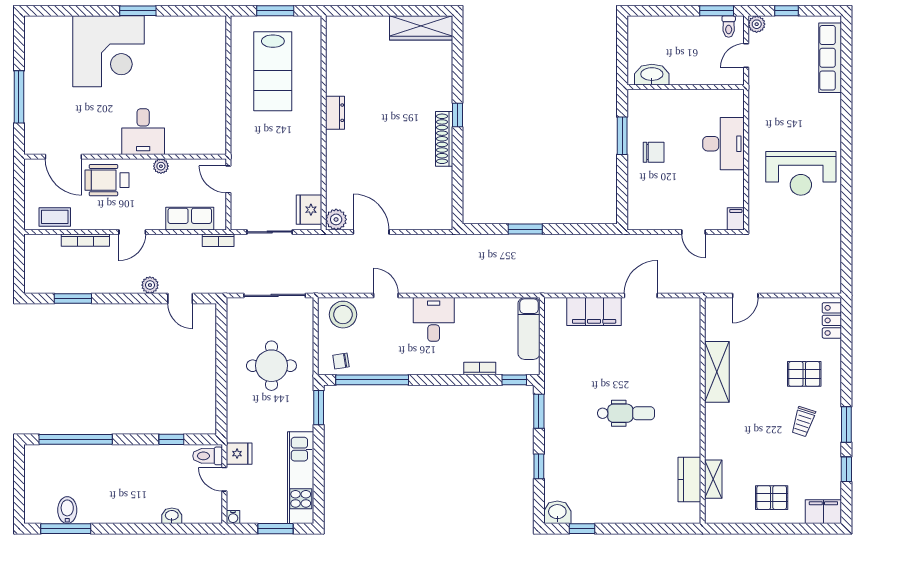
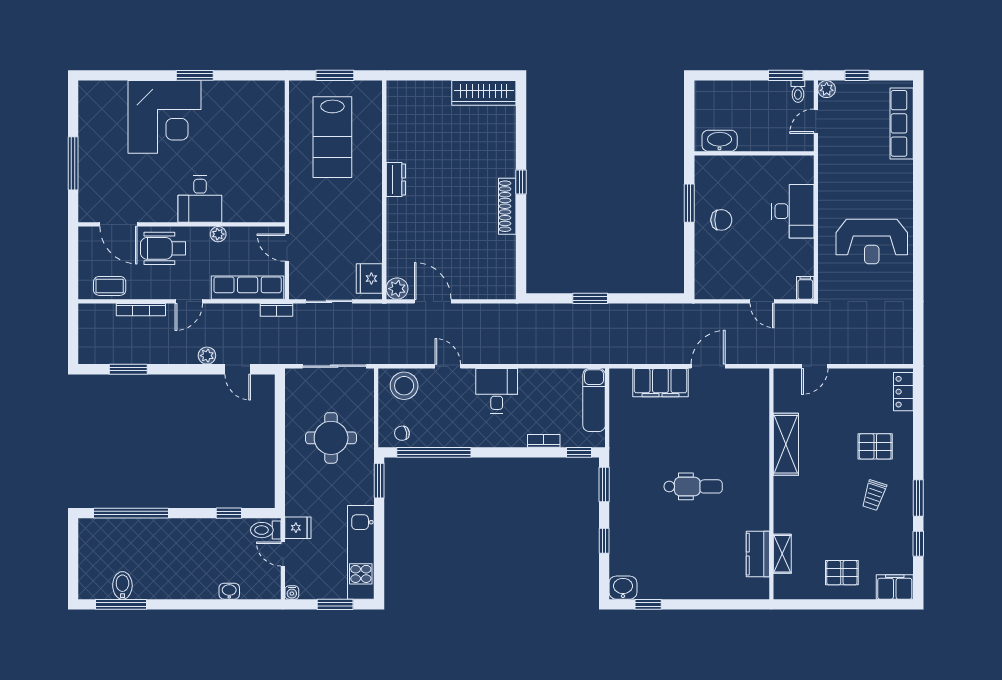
row of seats: (190, 219) -> (248, 288), width x1.48

